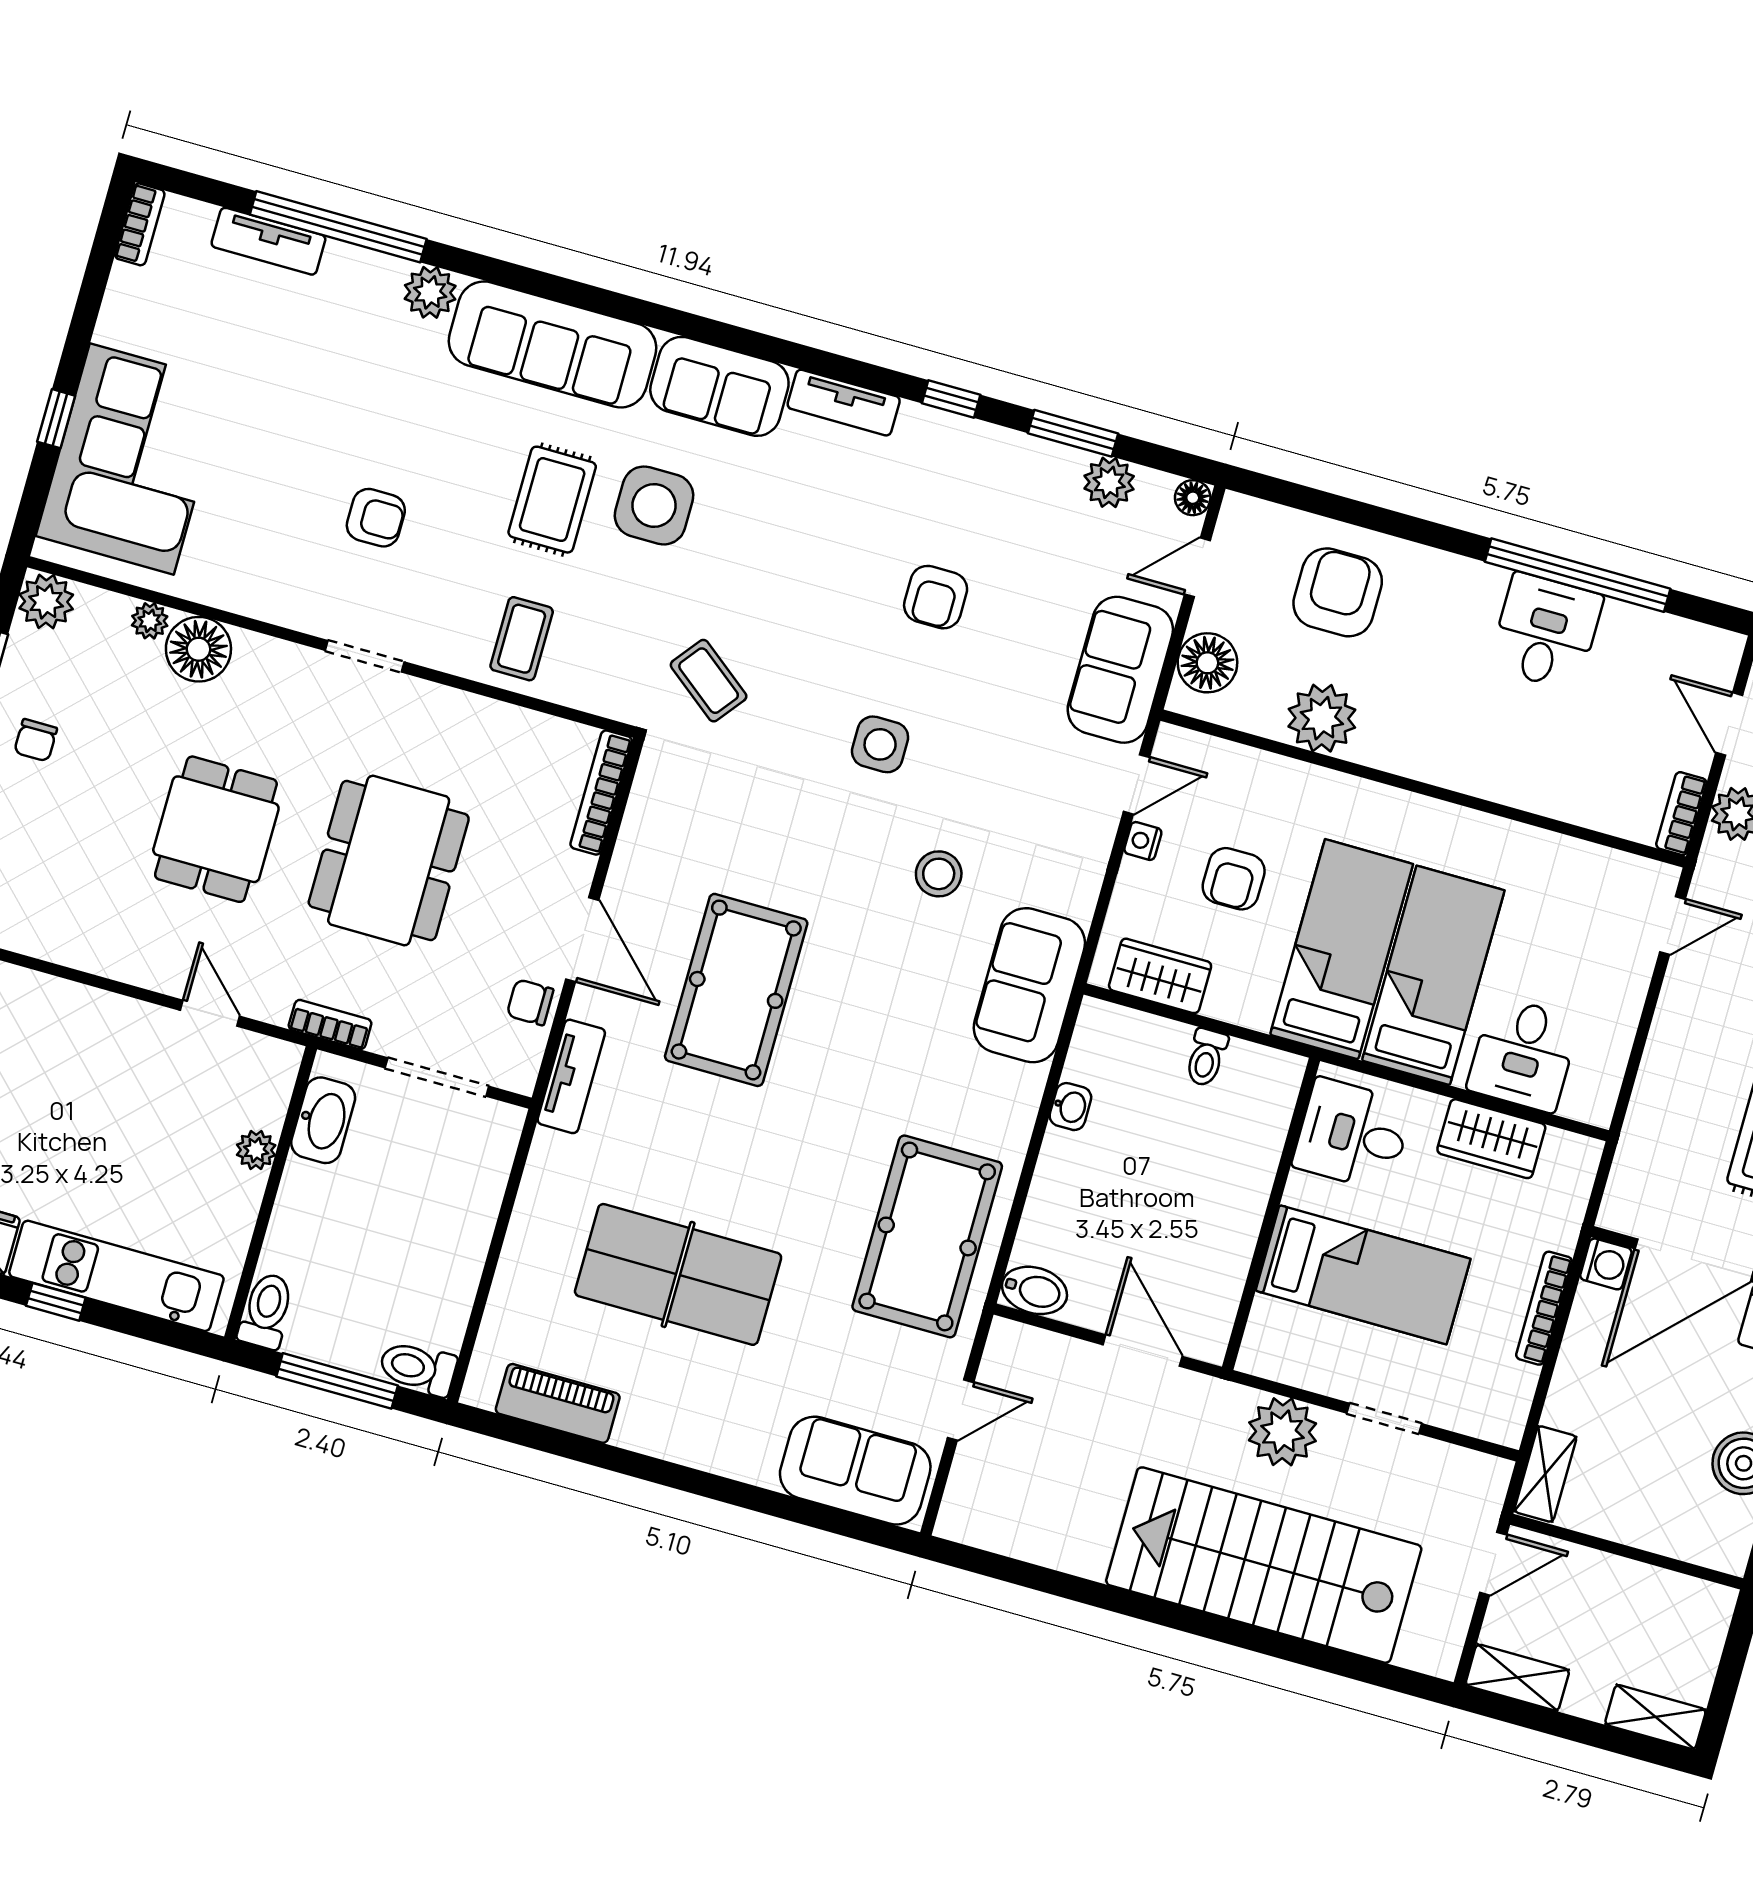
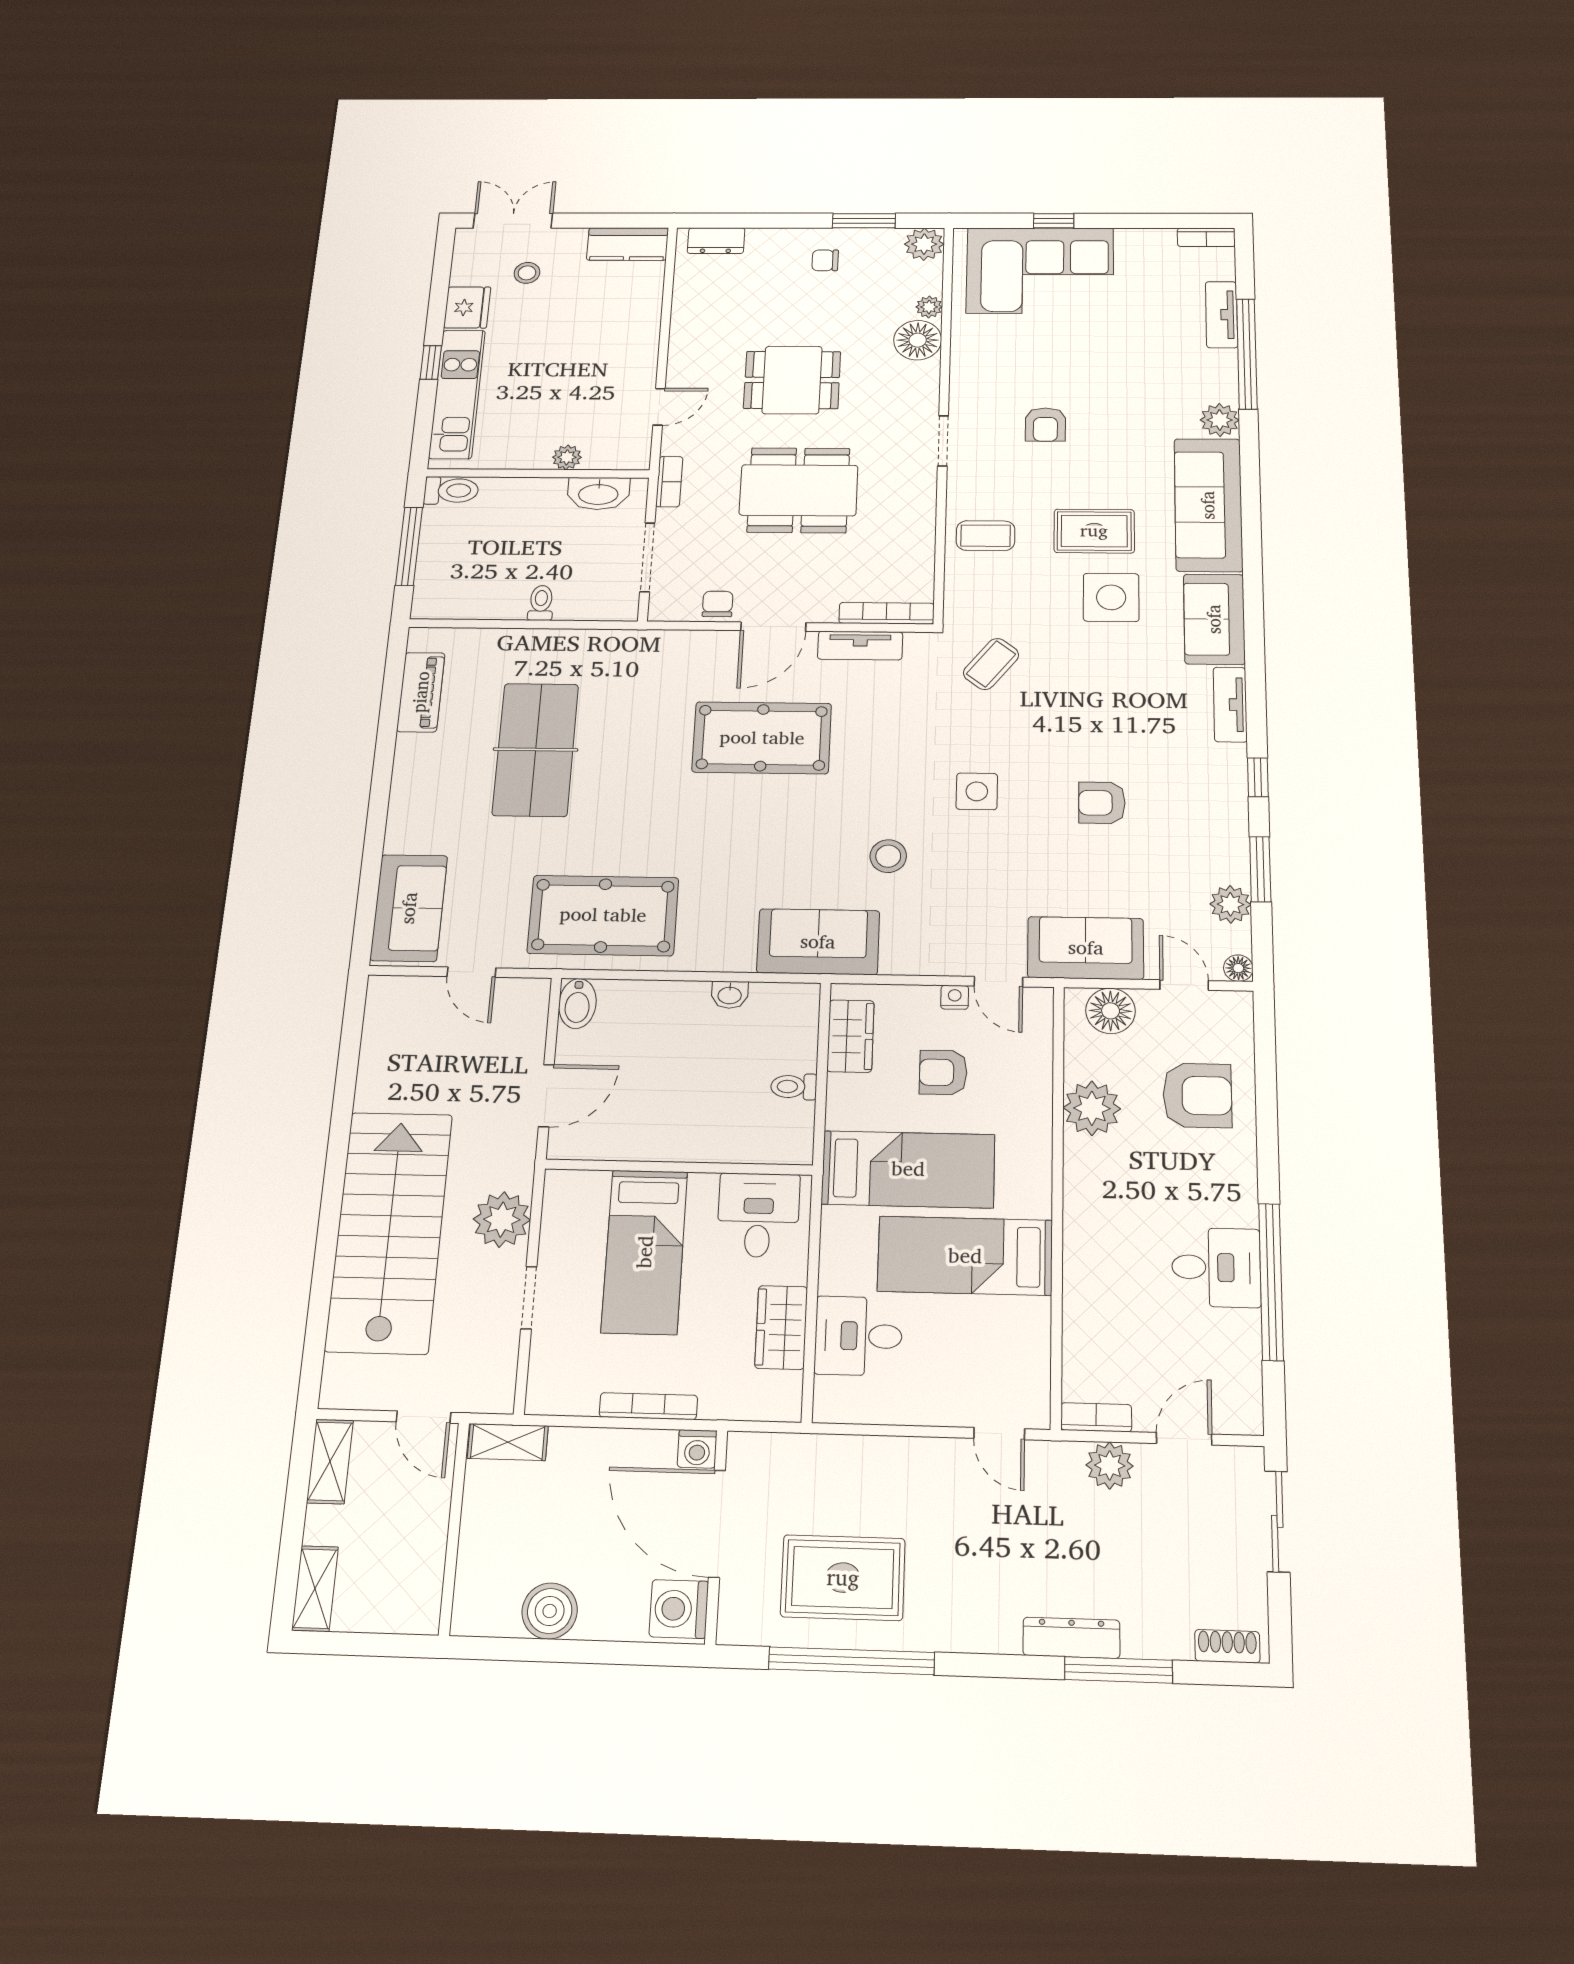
bed: (1433, 975) -> (965, 1256), moved, turned 180
tv unit: (571, 1076) -> (860, 646), moved
toilet: (418, 1368) -> (541, 603), moved, width x0.73, depth x0.72

